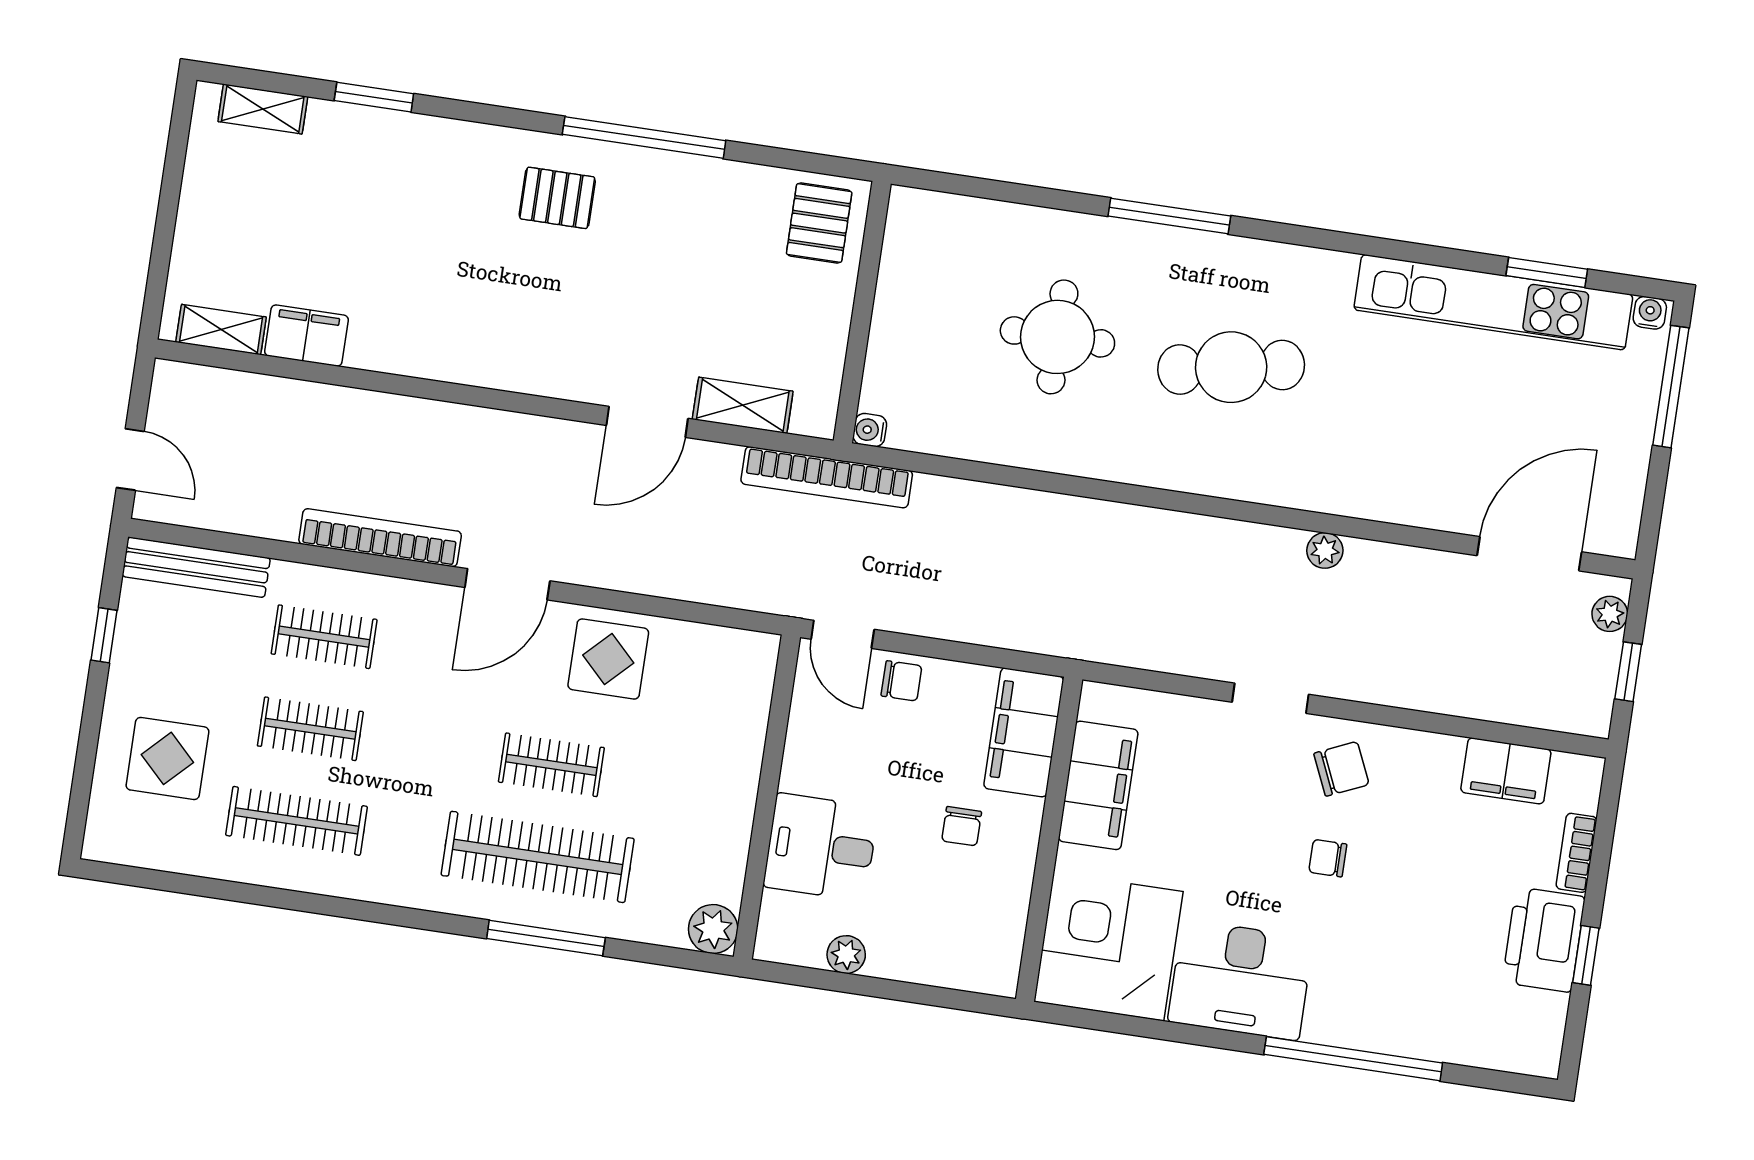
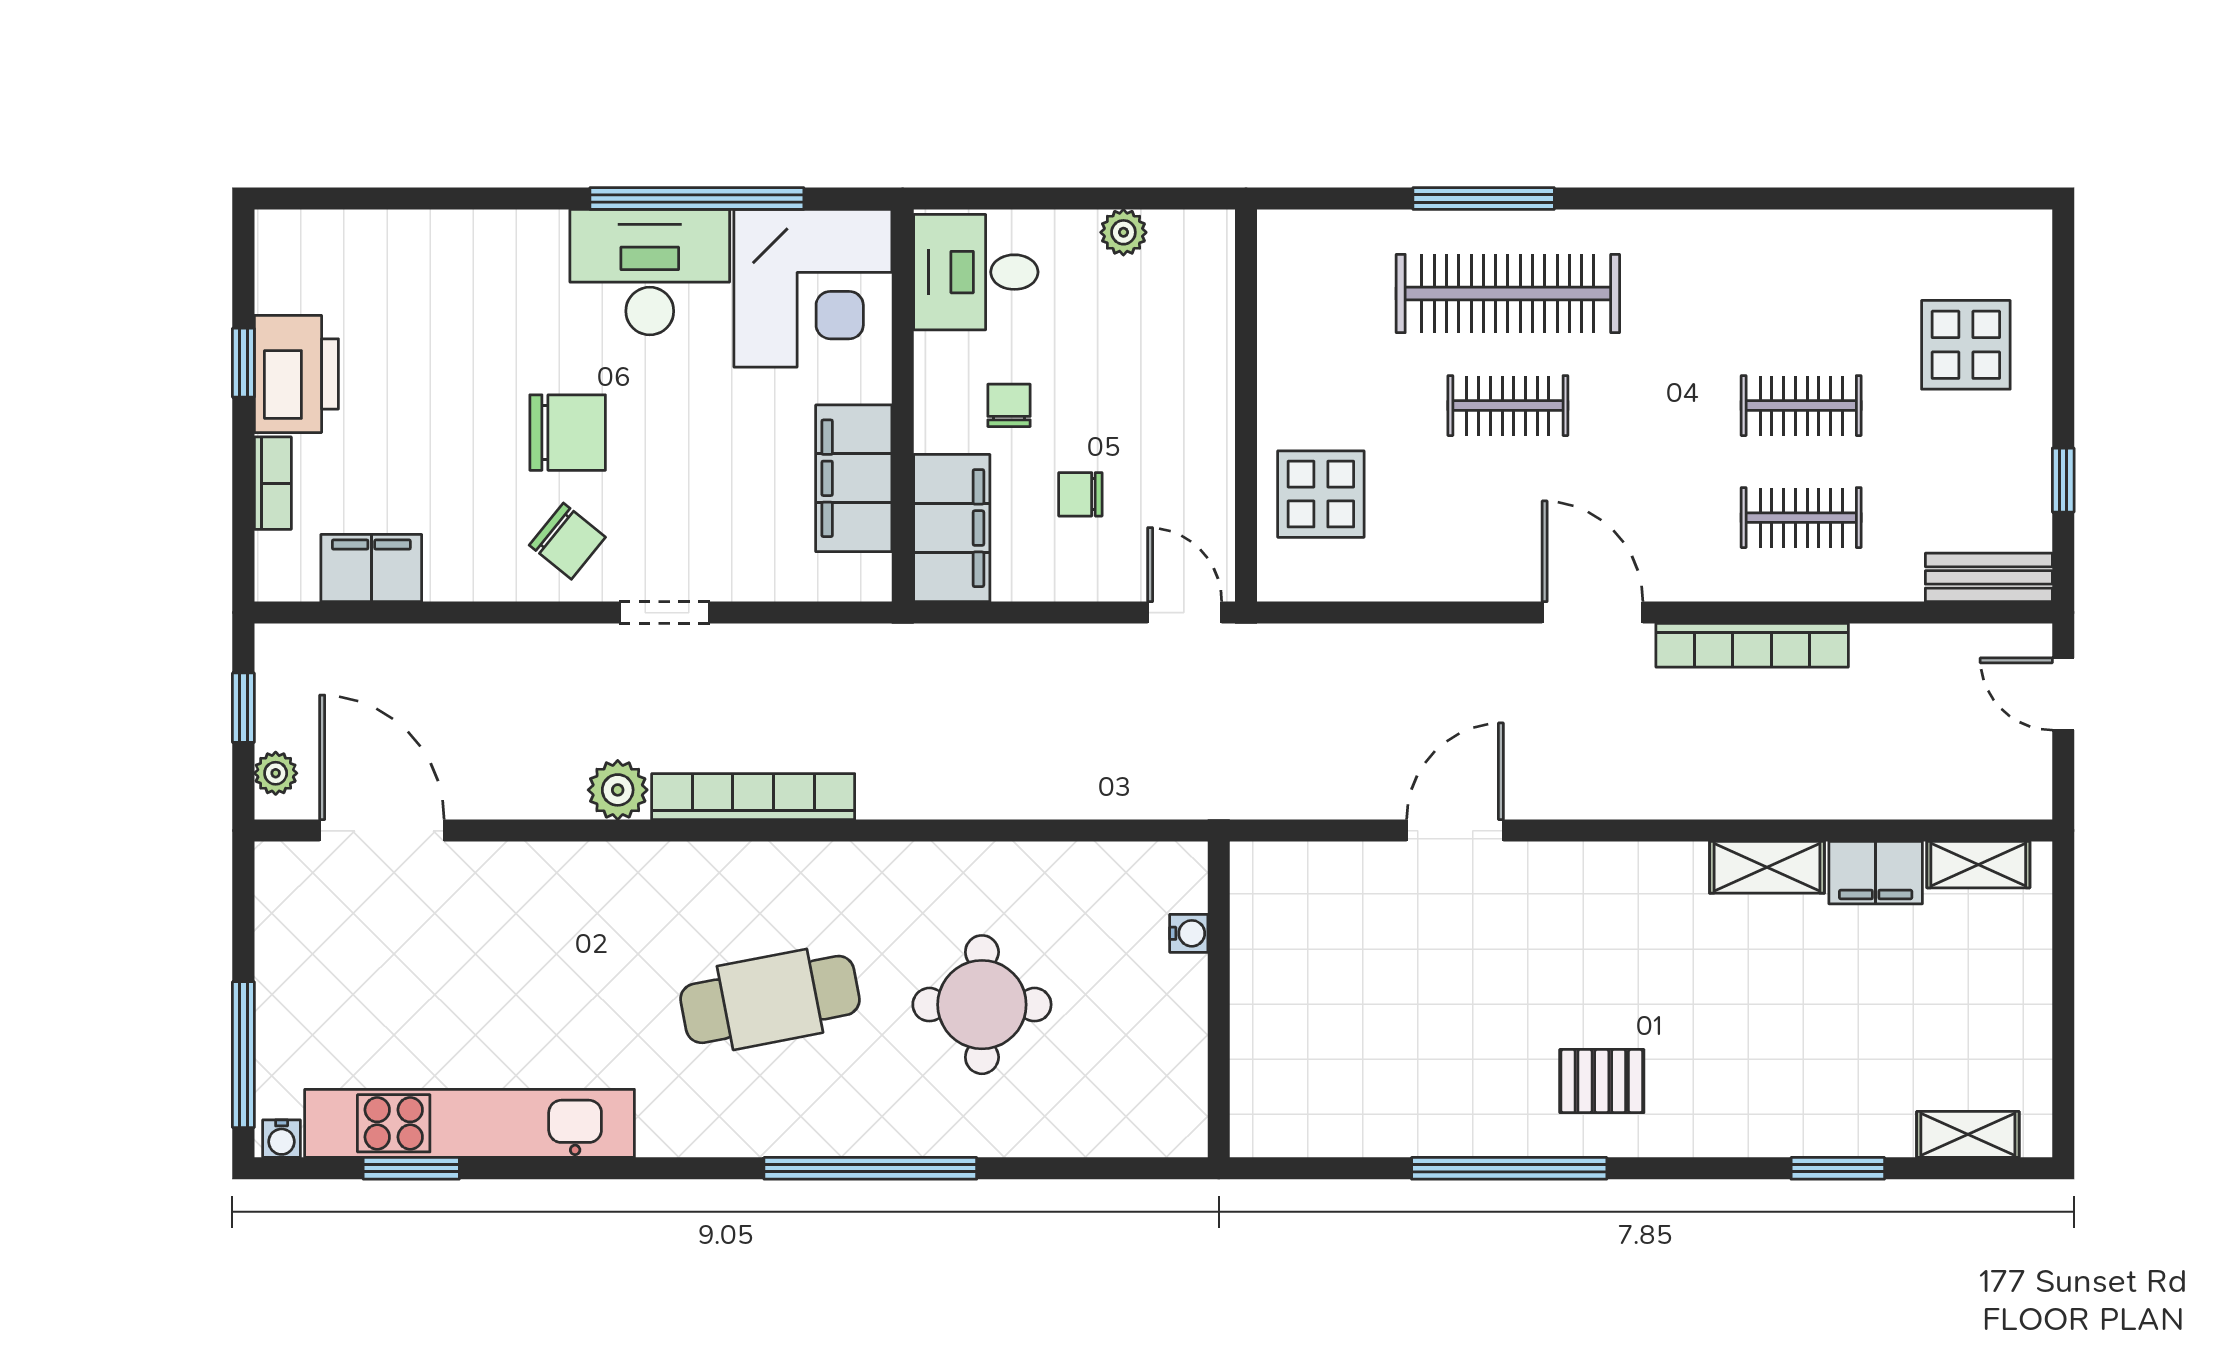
window: (1169, 216) -> (870, 1168), width x1.46
pallet: (819, 223) -> (1286, 1098), removed
shelving: (743, 405) -> (1767, 867), moved
water cooler: (870, 430) -> (1189, 933), moved
bookcase: (827, 477) -> (753, 797), moved
plant: (1325, 550) -> (618, 790), width x1.38, depth x1.38
door: (1529, 554) -> (382, 831), swing flipped
bench: (196, 567) -> (1989, 577), width x0.73
door: (507, 584) -> (1593, 613), hinge flipped
display table: (608, 659) -> (1321, 494), moved
chair: (901, 681) -> (1080, 494), moved
chair: (1341, 769) -> (567, 541), turned -117
clothes rail: (297, 821) -> (1801, 294), removed
desk: (821, 847) -> (976, 272), moved, turned 180
chair: (1328, 858) -> (568, 433), width x1.87, depth x1.87
plant: (713, 929) -> (1286, 239), removed
window: (1353, 1059) -> (697, 198), moved

